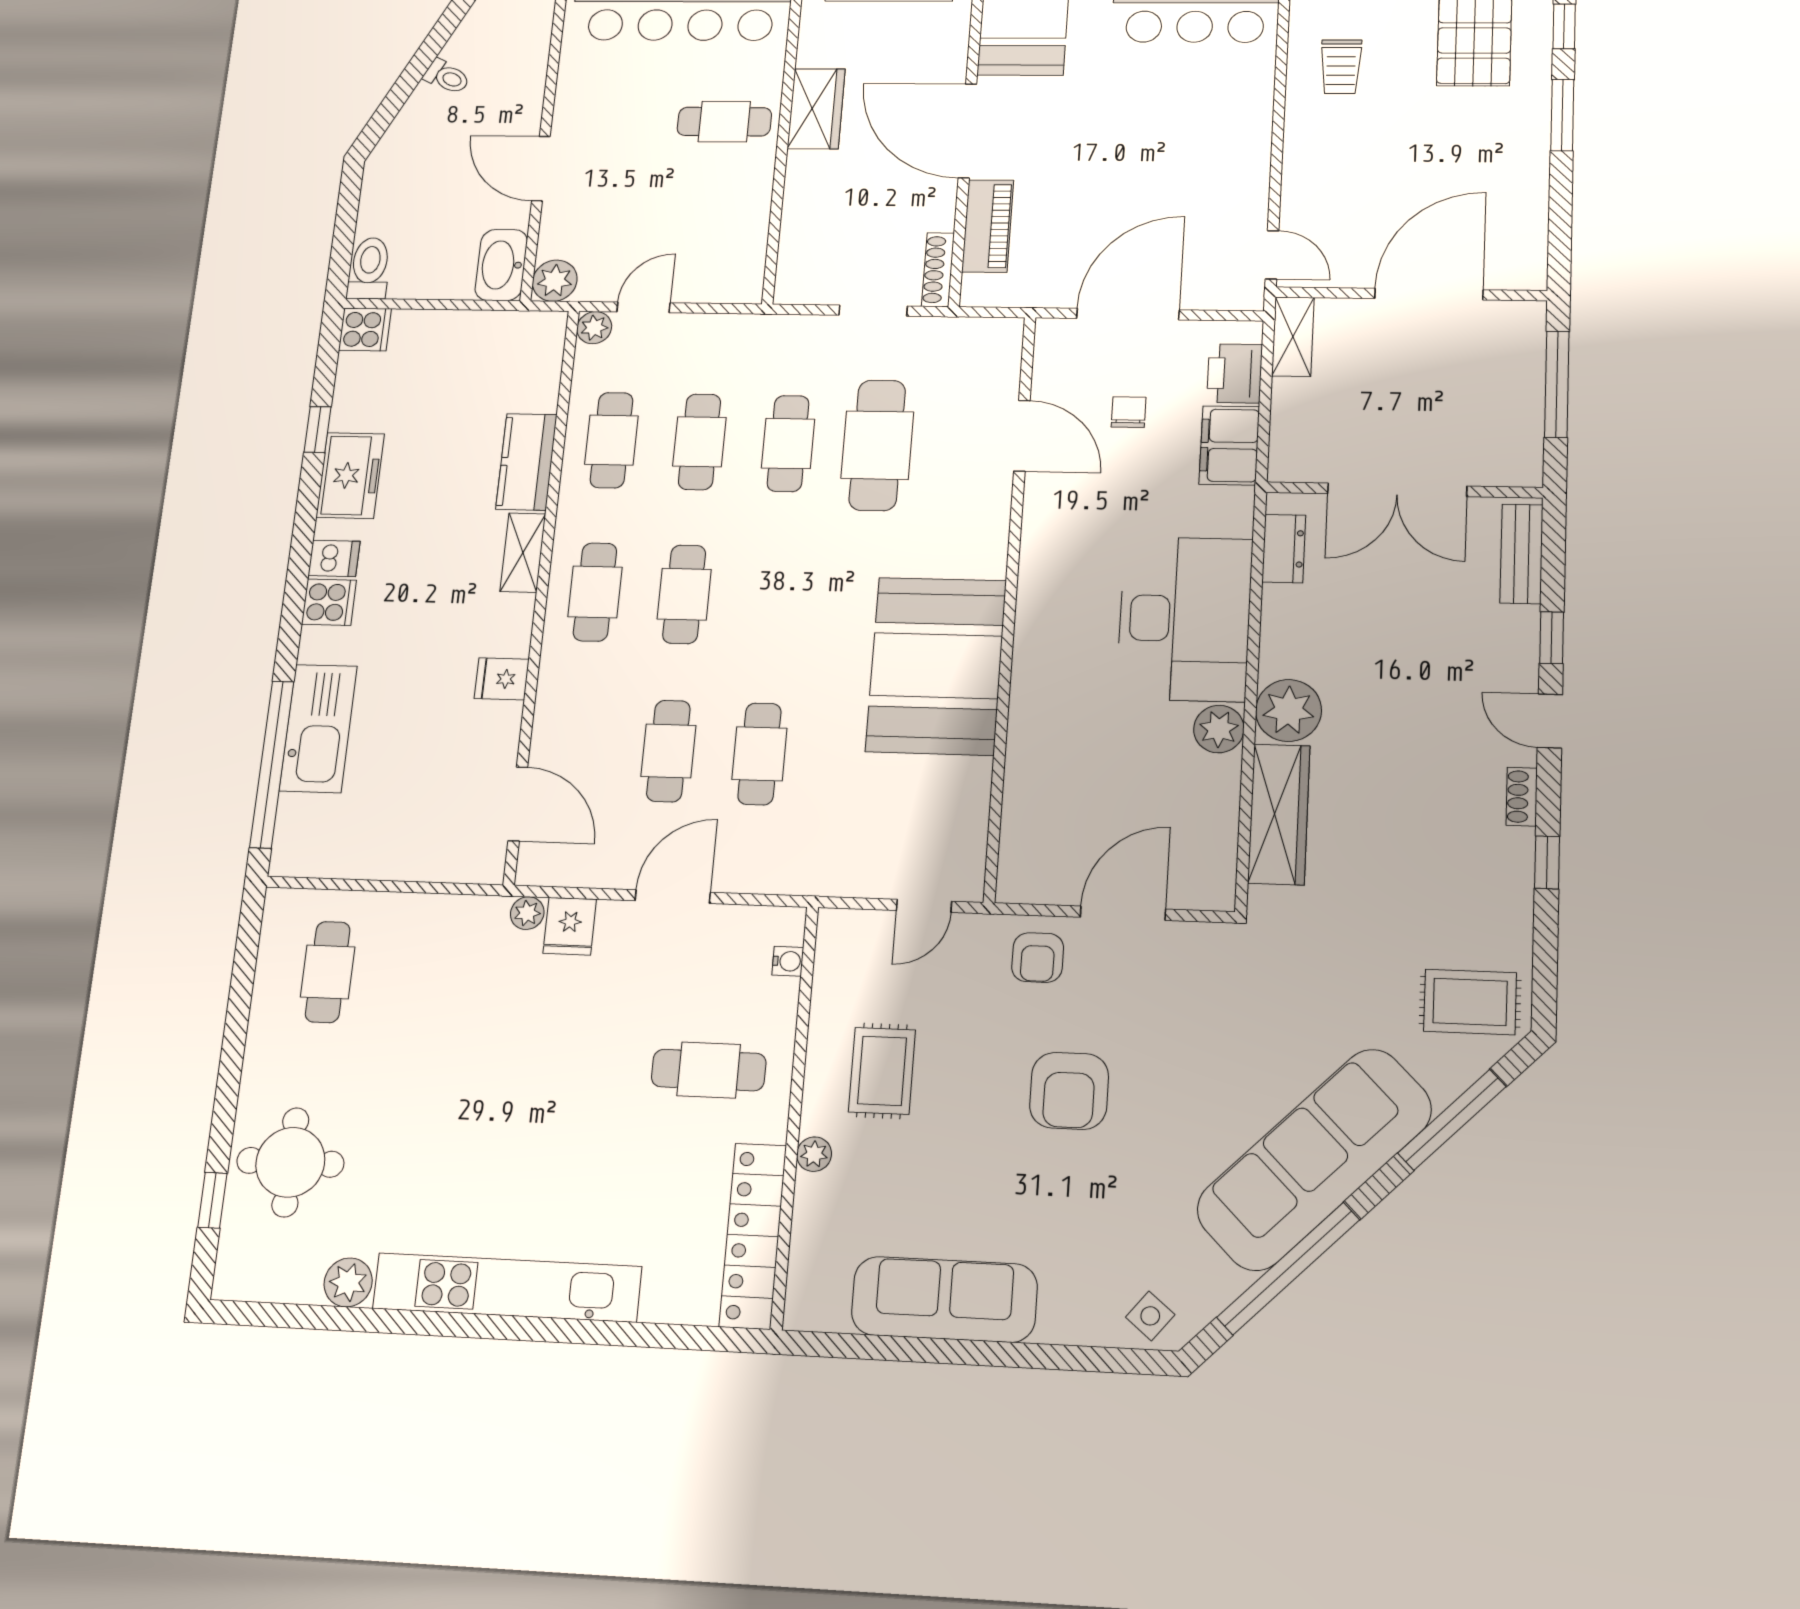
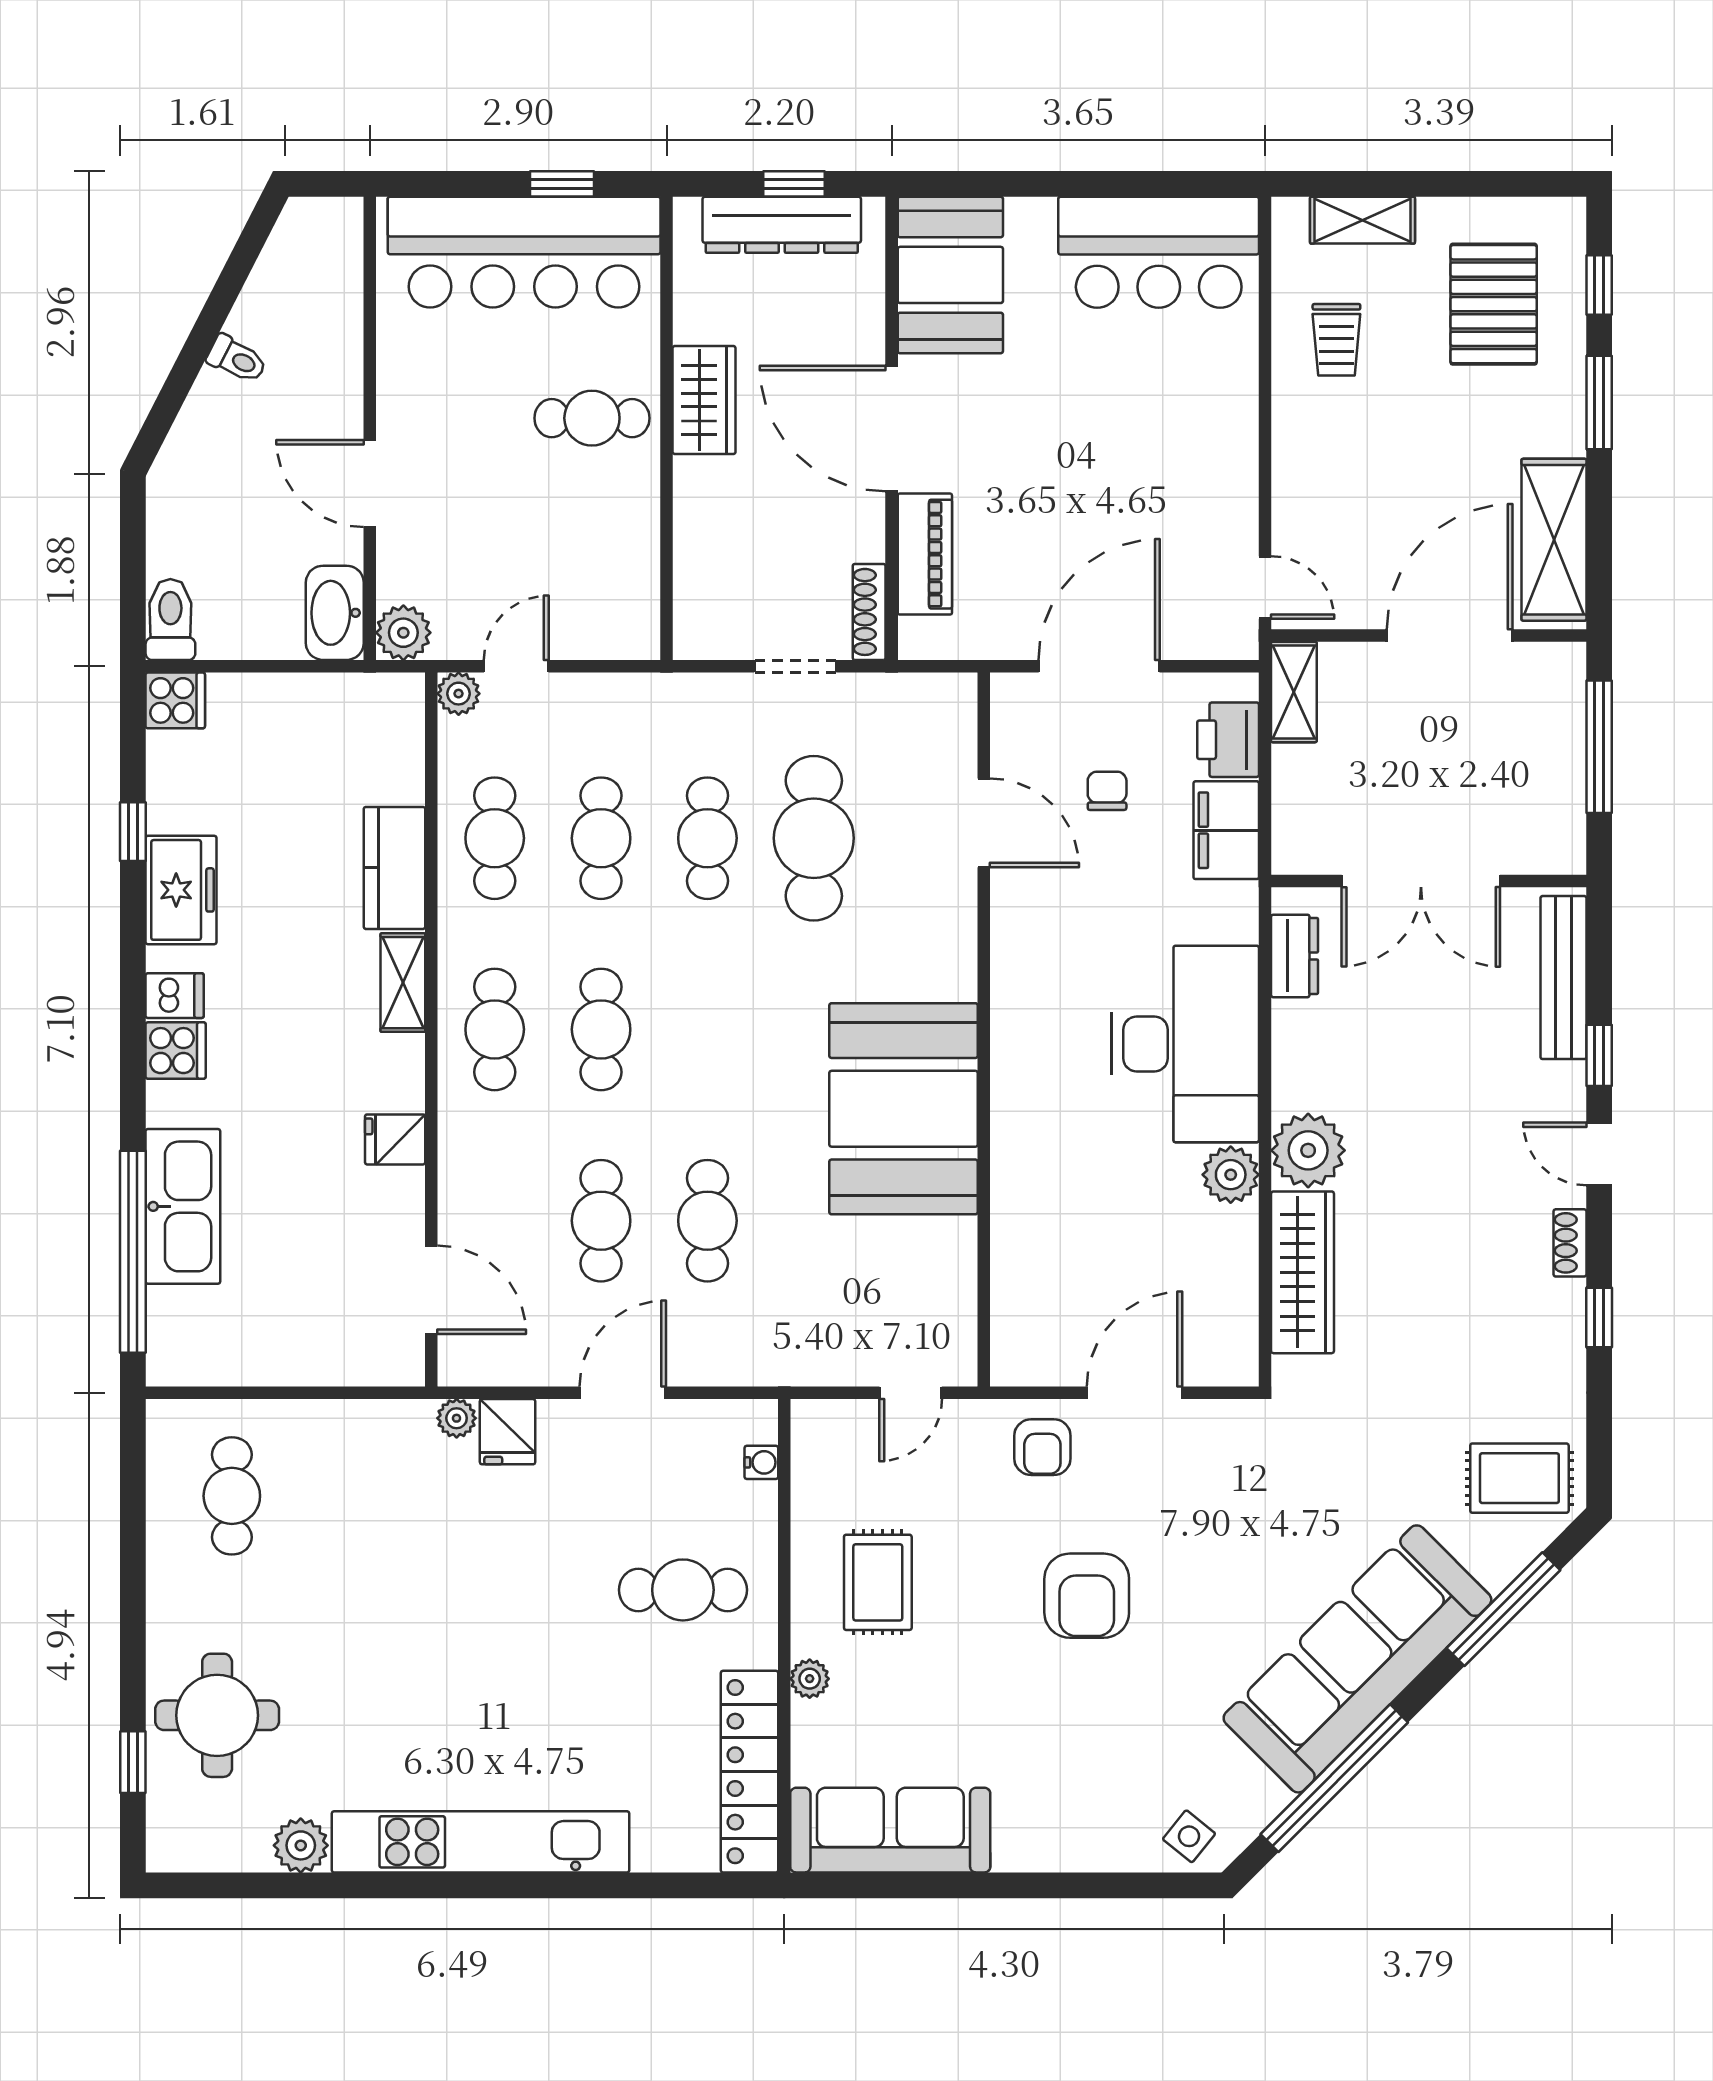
shelving: (1521, 220) -> (1554, 540), added
bench: (1521, 554) -> (1563, 978), width x1.36
sofa: (944, 1299) -> (890, 1830), moved

